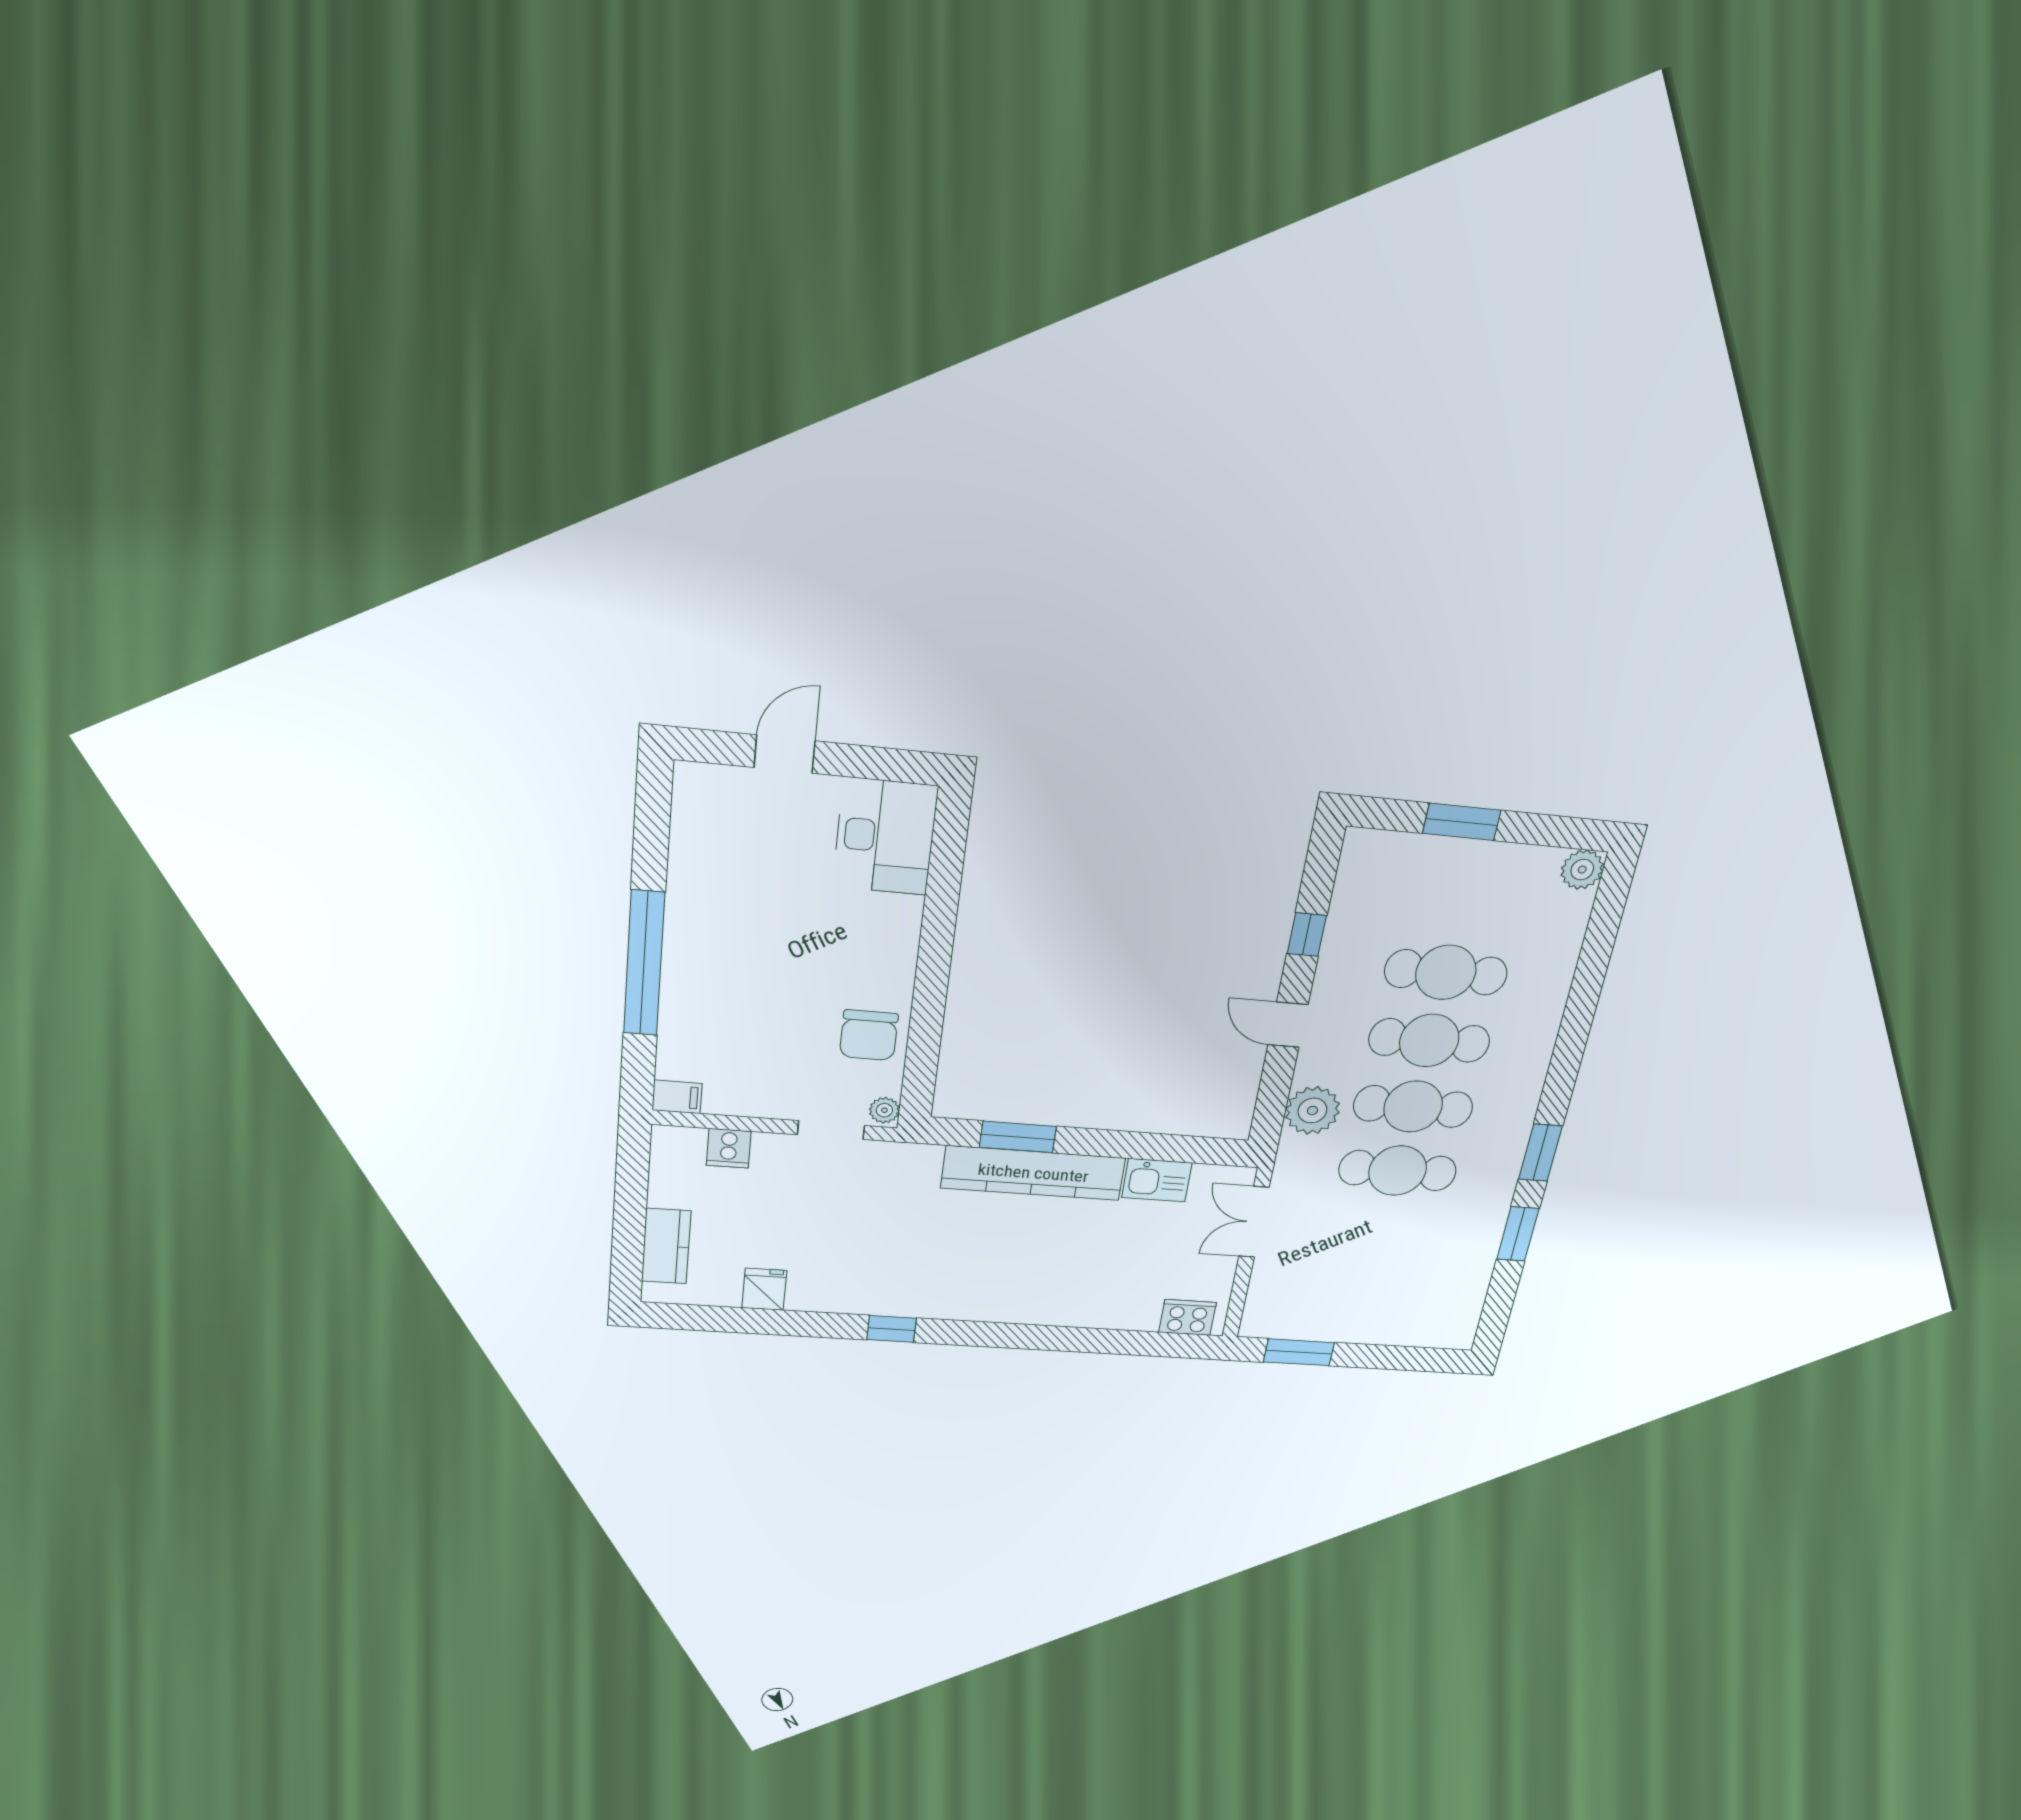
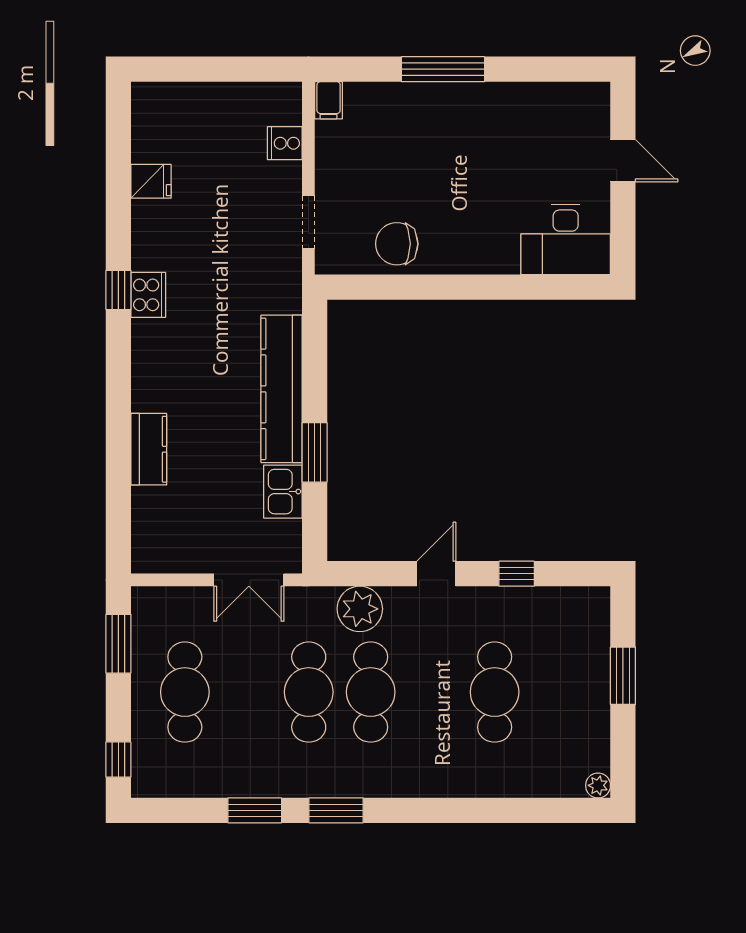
plant: (1582, 870) -> (598, 785), width x0.73, depth x0.73
window: (644, 964) -> (443, 69), width x0.68
cafe table: (1429, 1041) -> (185, 692), moved
plant: (884, 1110) -> (330, 263), removed
window: (1018, 1137) -> (315, 452), moved
double door: (1254, 1222) -> (249, 580), swing flipped
kitchen counter: (666, 1246) -> (149, 449), moved, turned -90
cooker: (1187, 1317) -> (148, 295), moved
window: (1427, 1360) -> (118, 759), added

